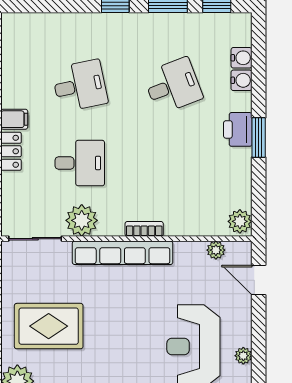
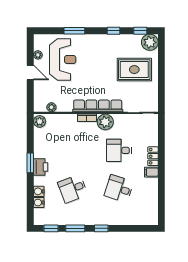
desk: (80, 86) -> (119, 189), turned 30
plant: (82, 220) -> (105, 122), moved
door: (259, 280) -> (30, 73), moved

